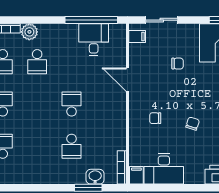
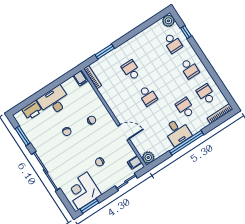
window: (91, 20) -> (187, 143), moved
plant: (29, 32) -> (148, 158), moved
desk: (94, 40) -> (177, 132), moved
desk: (164, 169) -> (54, 101), moved
washbasin: (95, 177) -> (105, 61), removed

